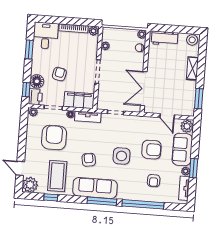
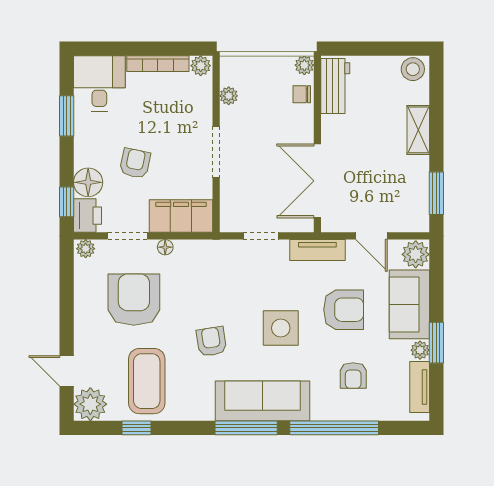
workbench: (165, 38) -> (335, 86), moved, turned -90
tv unit: (88, 117) -> (317, 250), moved
sofa: (95, 188) -> (263, 401), moved

